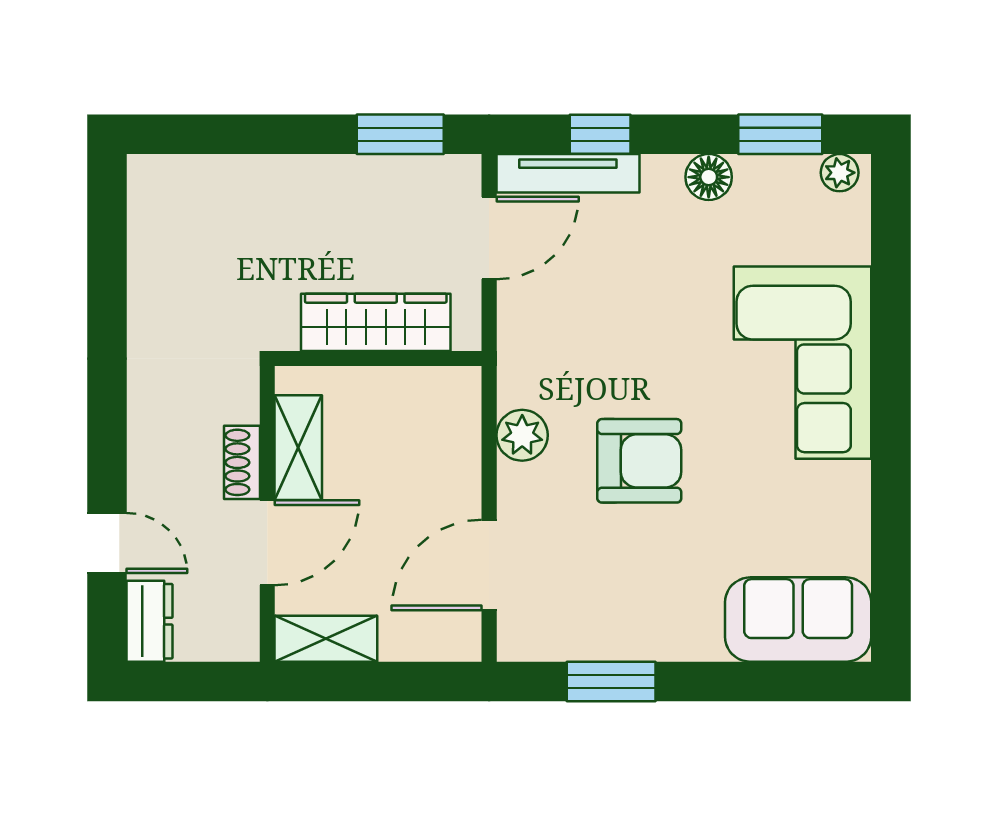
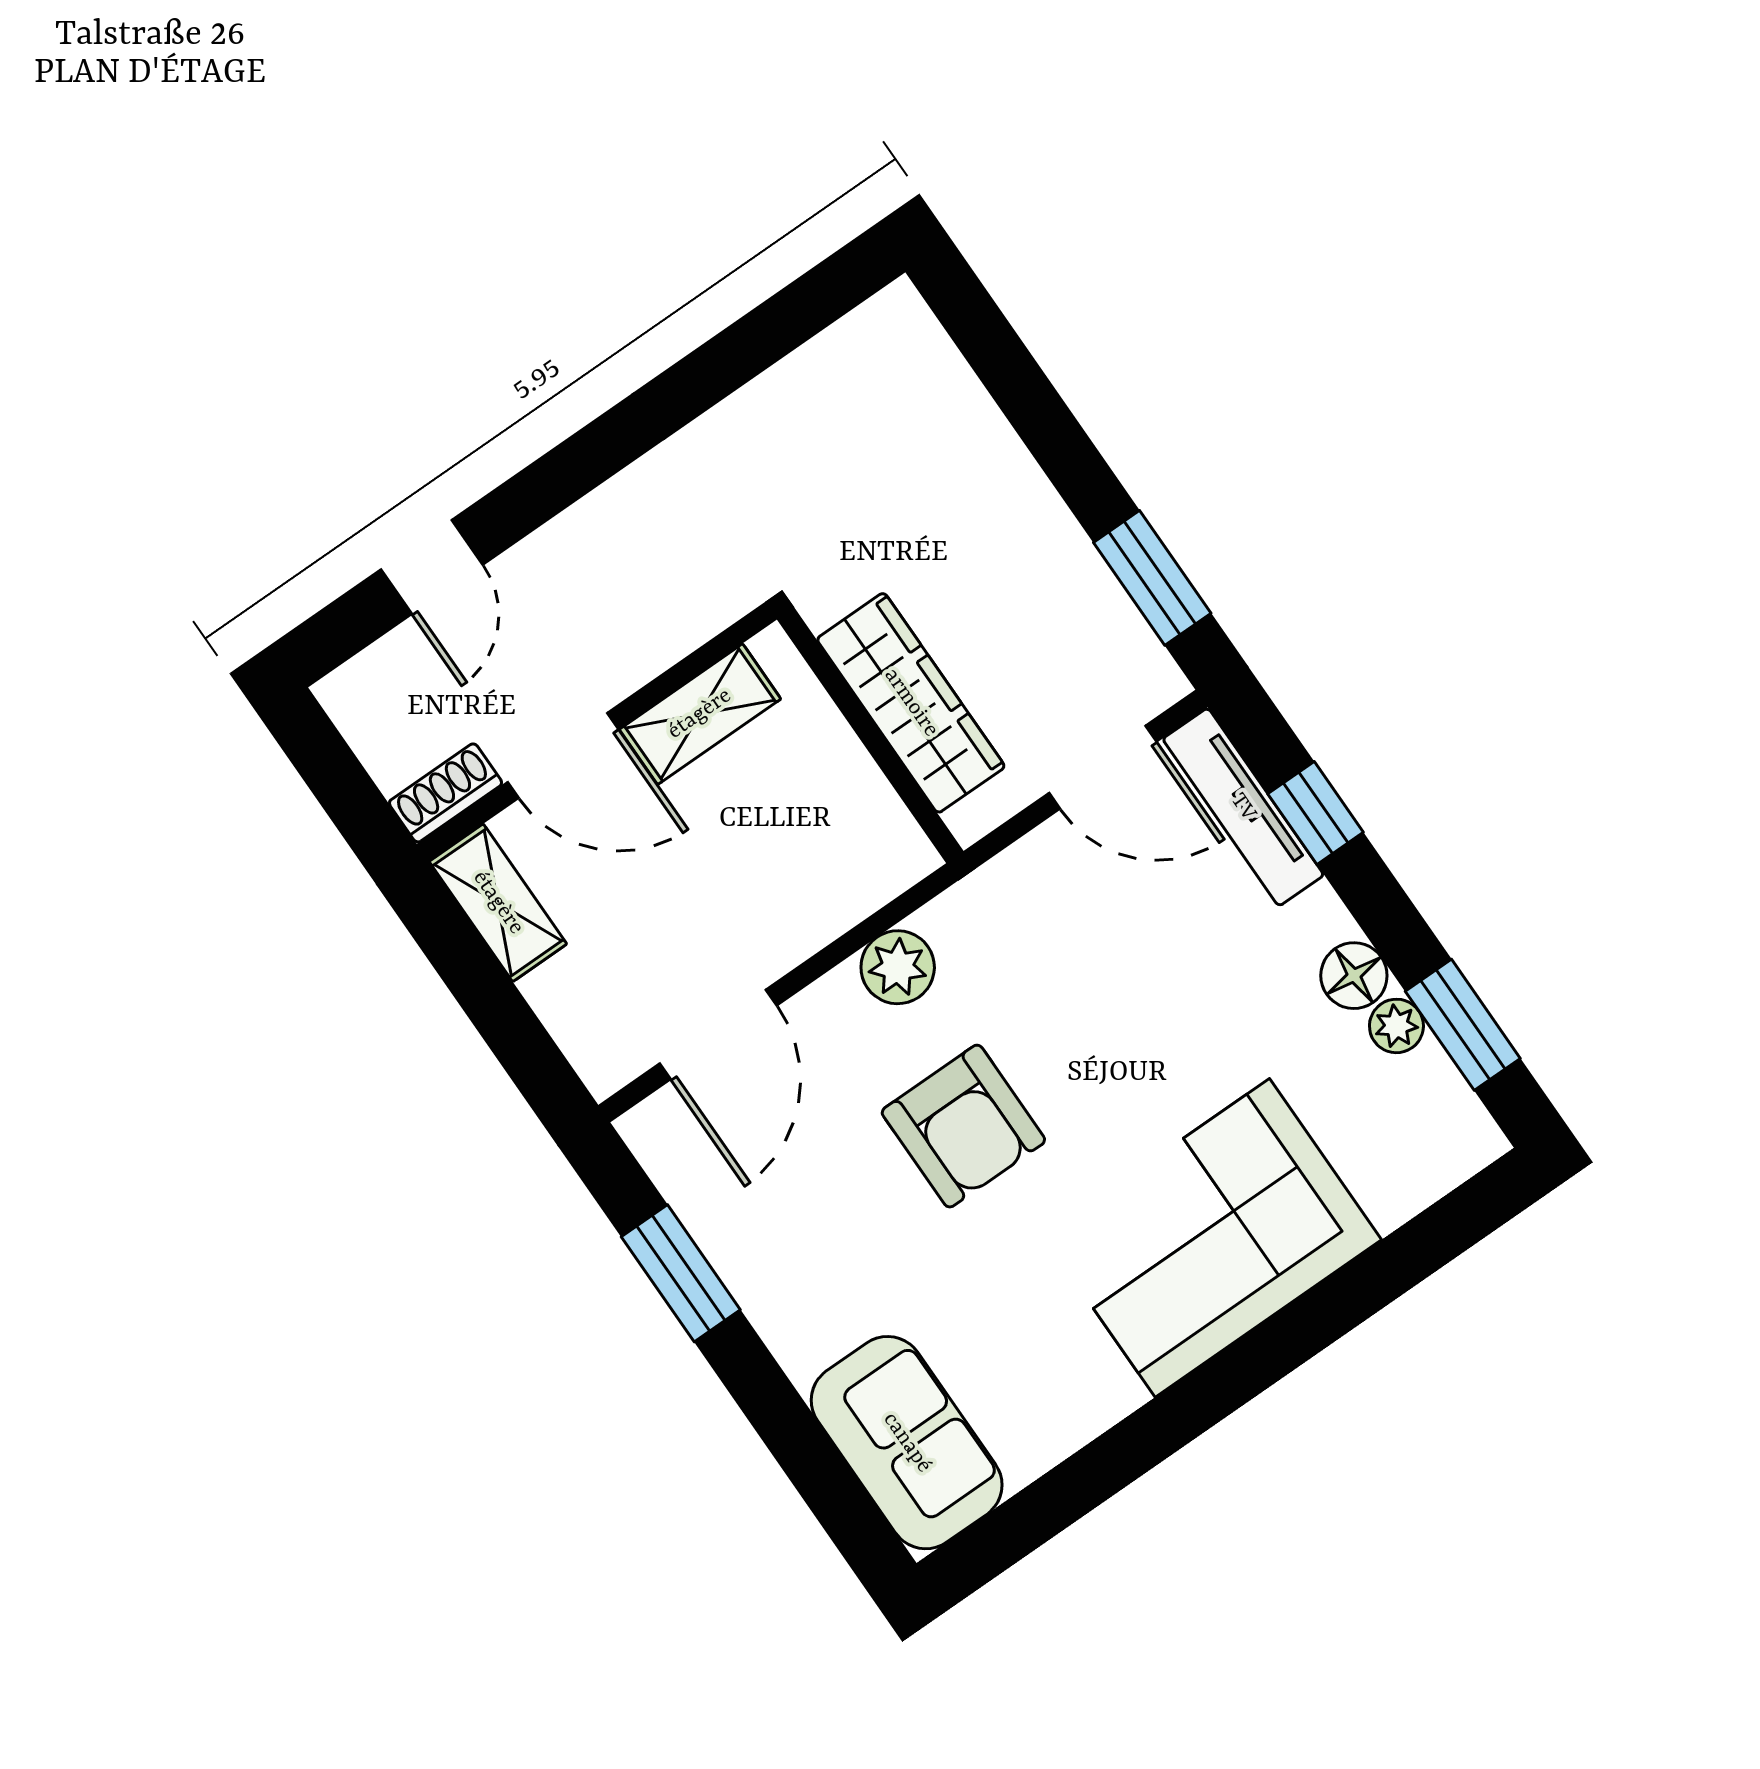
plant: (840, 173) -> (1396, 1026), moved
shoe rack: (242, 462) -> (445, 793), moved
door: (489, 565) -> (718, 1035), swing flipped
dresser: (150, 621) -> (374, 681), removed

